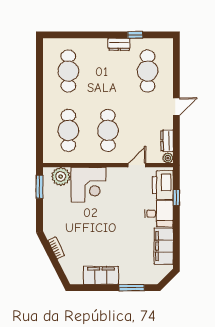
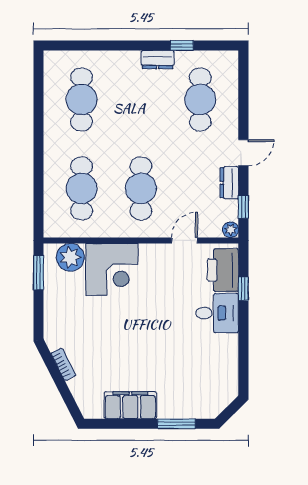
dresser: (167, 141) -> (229, 183), moved
window: (176, 143) -> (243, 207), added
filing cabinet: (164, 246) -> (224, 362), removed

